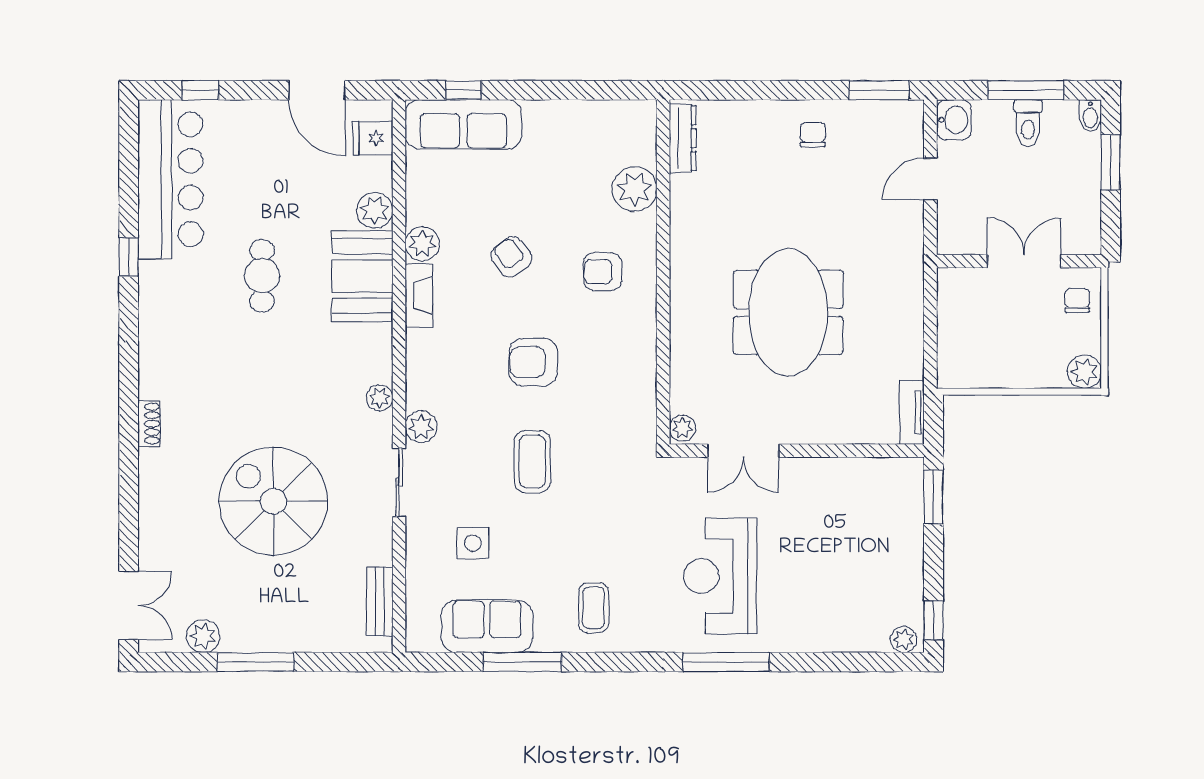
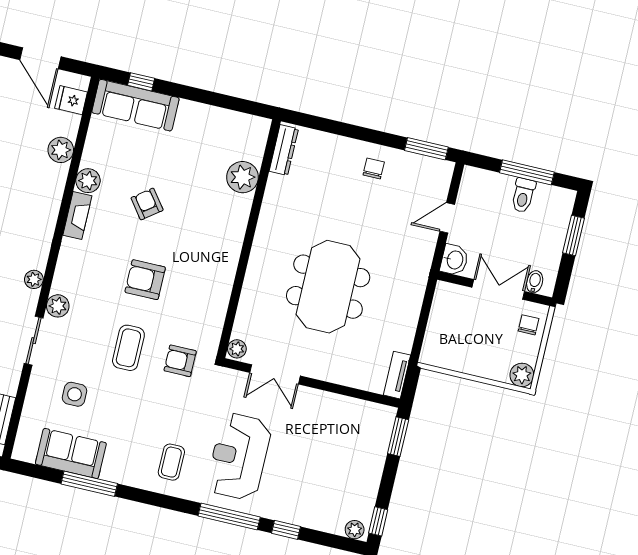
bidet: (1090, 116) -> (535, 282), moved, turned 180
washbasin: (954, 120) -> (454, 260), moved
armchair: (603, 272) -> (180, 361), moved
booth: (362, 276) -> (42, 193), removed
coffee table: (593, 608) -> (171, 462), moved
window: (809, 662) -> (286, 530), added

